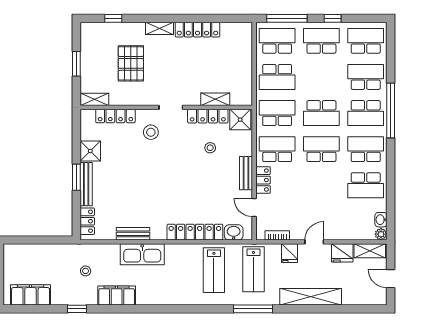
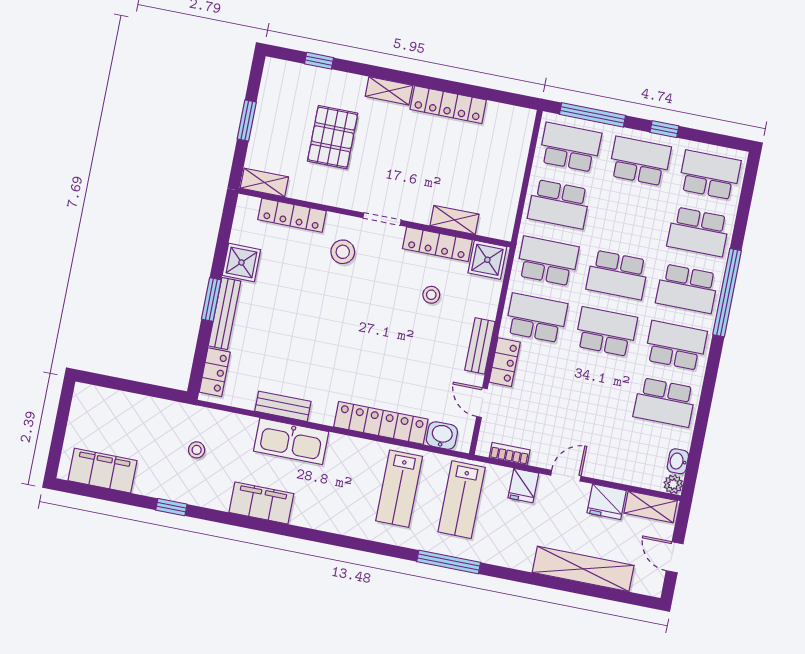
school desk: (366, 77) -> (698, 232), turned 180
filing cabinet: (117, 296) -> (261, 503), moved
shelving: (311, 297) -> (583, 569), moved

